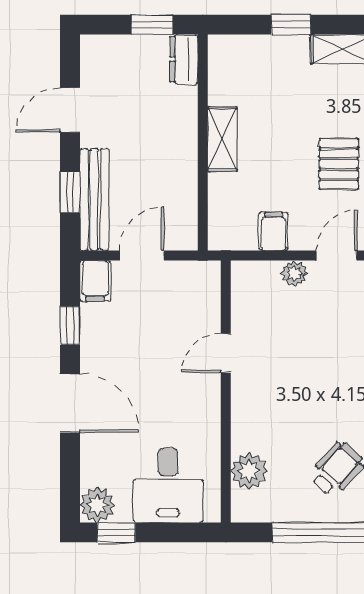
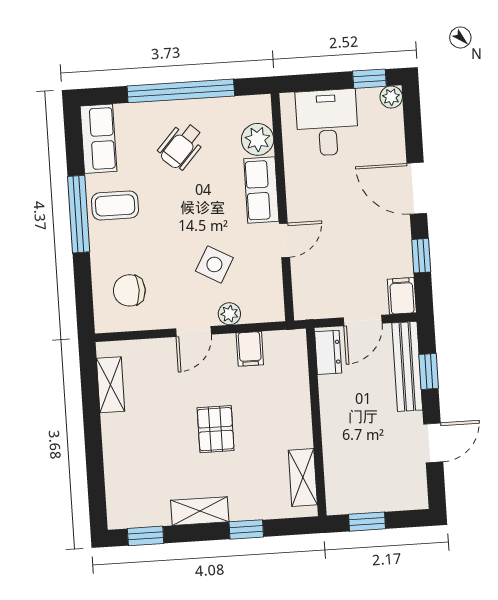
dresser: (184, 59) -> (328, 352), moved
shelving: (222, 139) -> (303, 477), moved
pallet: (339, 164) -> (216, 429), moved
side table: (308, 331) -> (214, 264), added
row of seats: (248, 413) -> (261, 190), added
plant: (97, 505) -> (391, 97), width x0.73, depth x0.73

